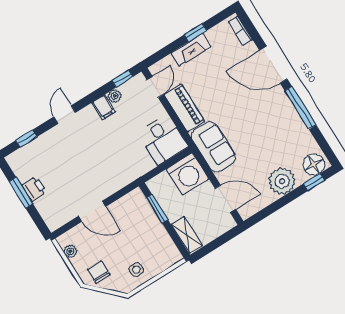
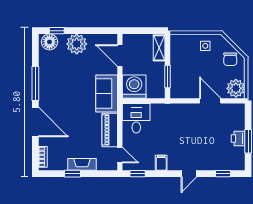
door: (155, 87) -> (120, 155), swing flipped
plant: (115, 96) -> (149, 166), removed
plant: (70, 251) -> (236, 88), width x1.88, depth x1.88

